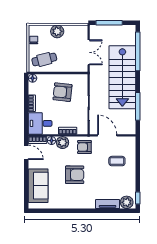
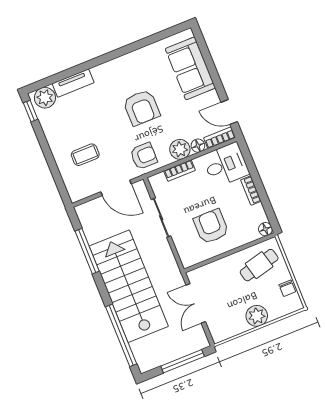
armchair: (62, 92) -> (211, 226), turned -96
armchair: (75, 175) -> (141, 108), turned -90

